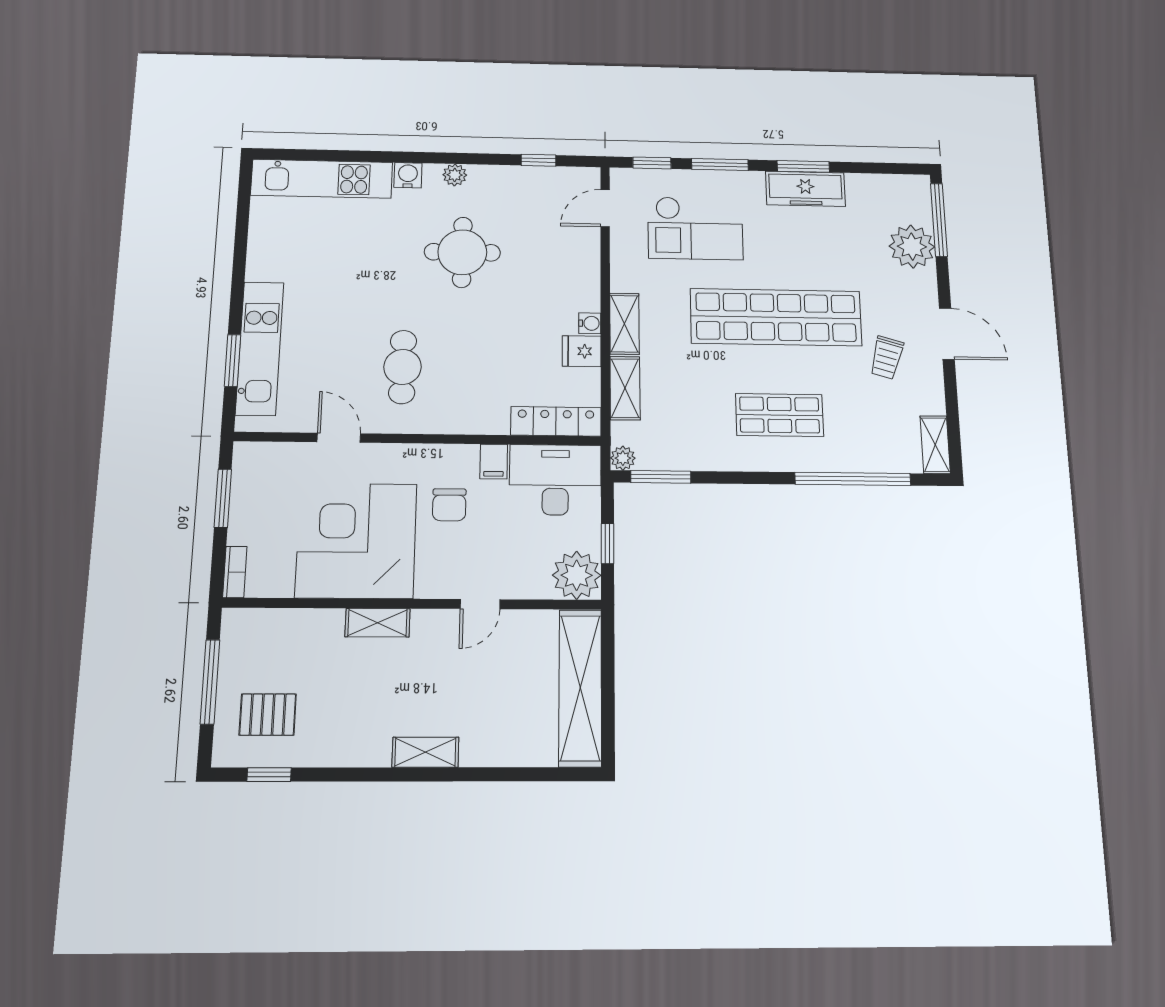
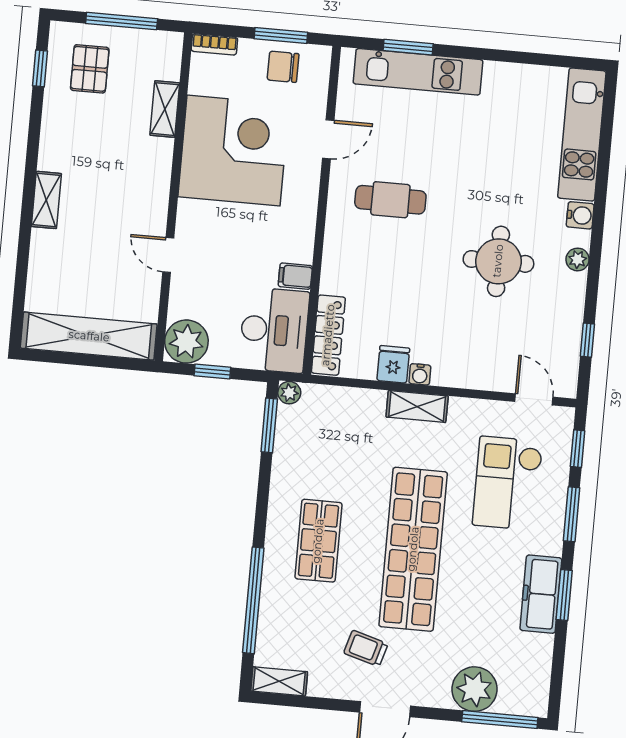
shelving: (625, 388) -> (355, 401), removed
chair: (449, 505) -> (283, 67), moved
shelving: (377, 623) -> (165, 109), moved

